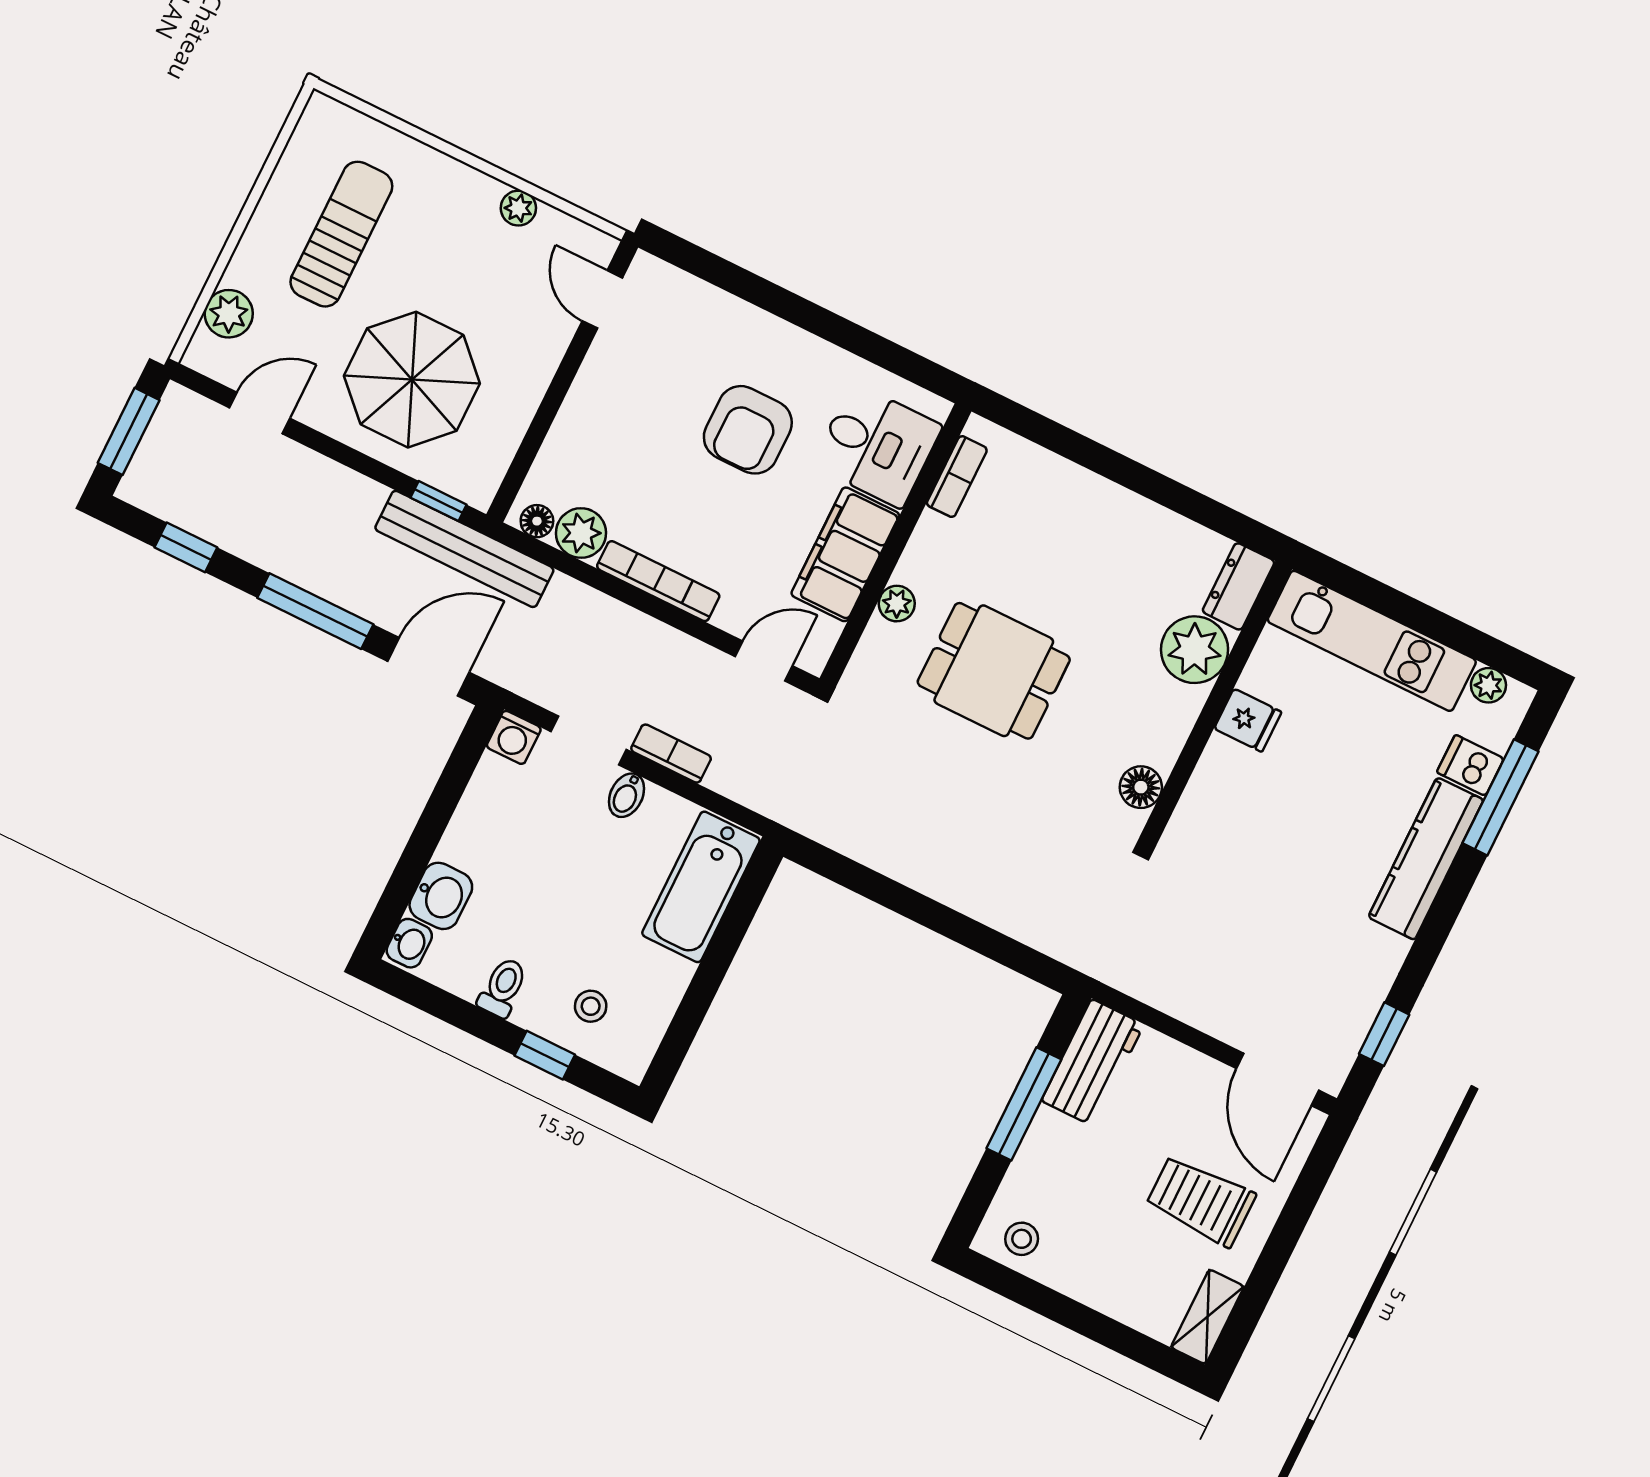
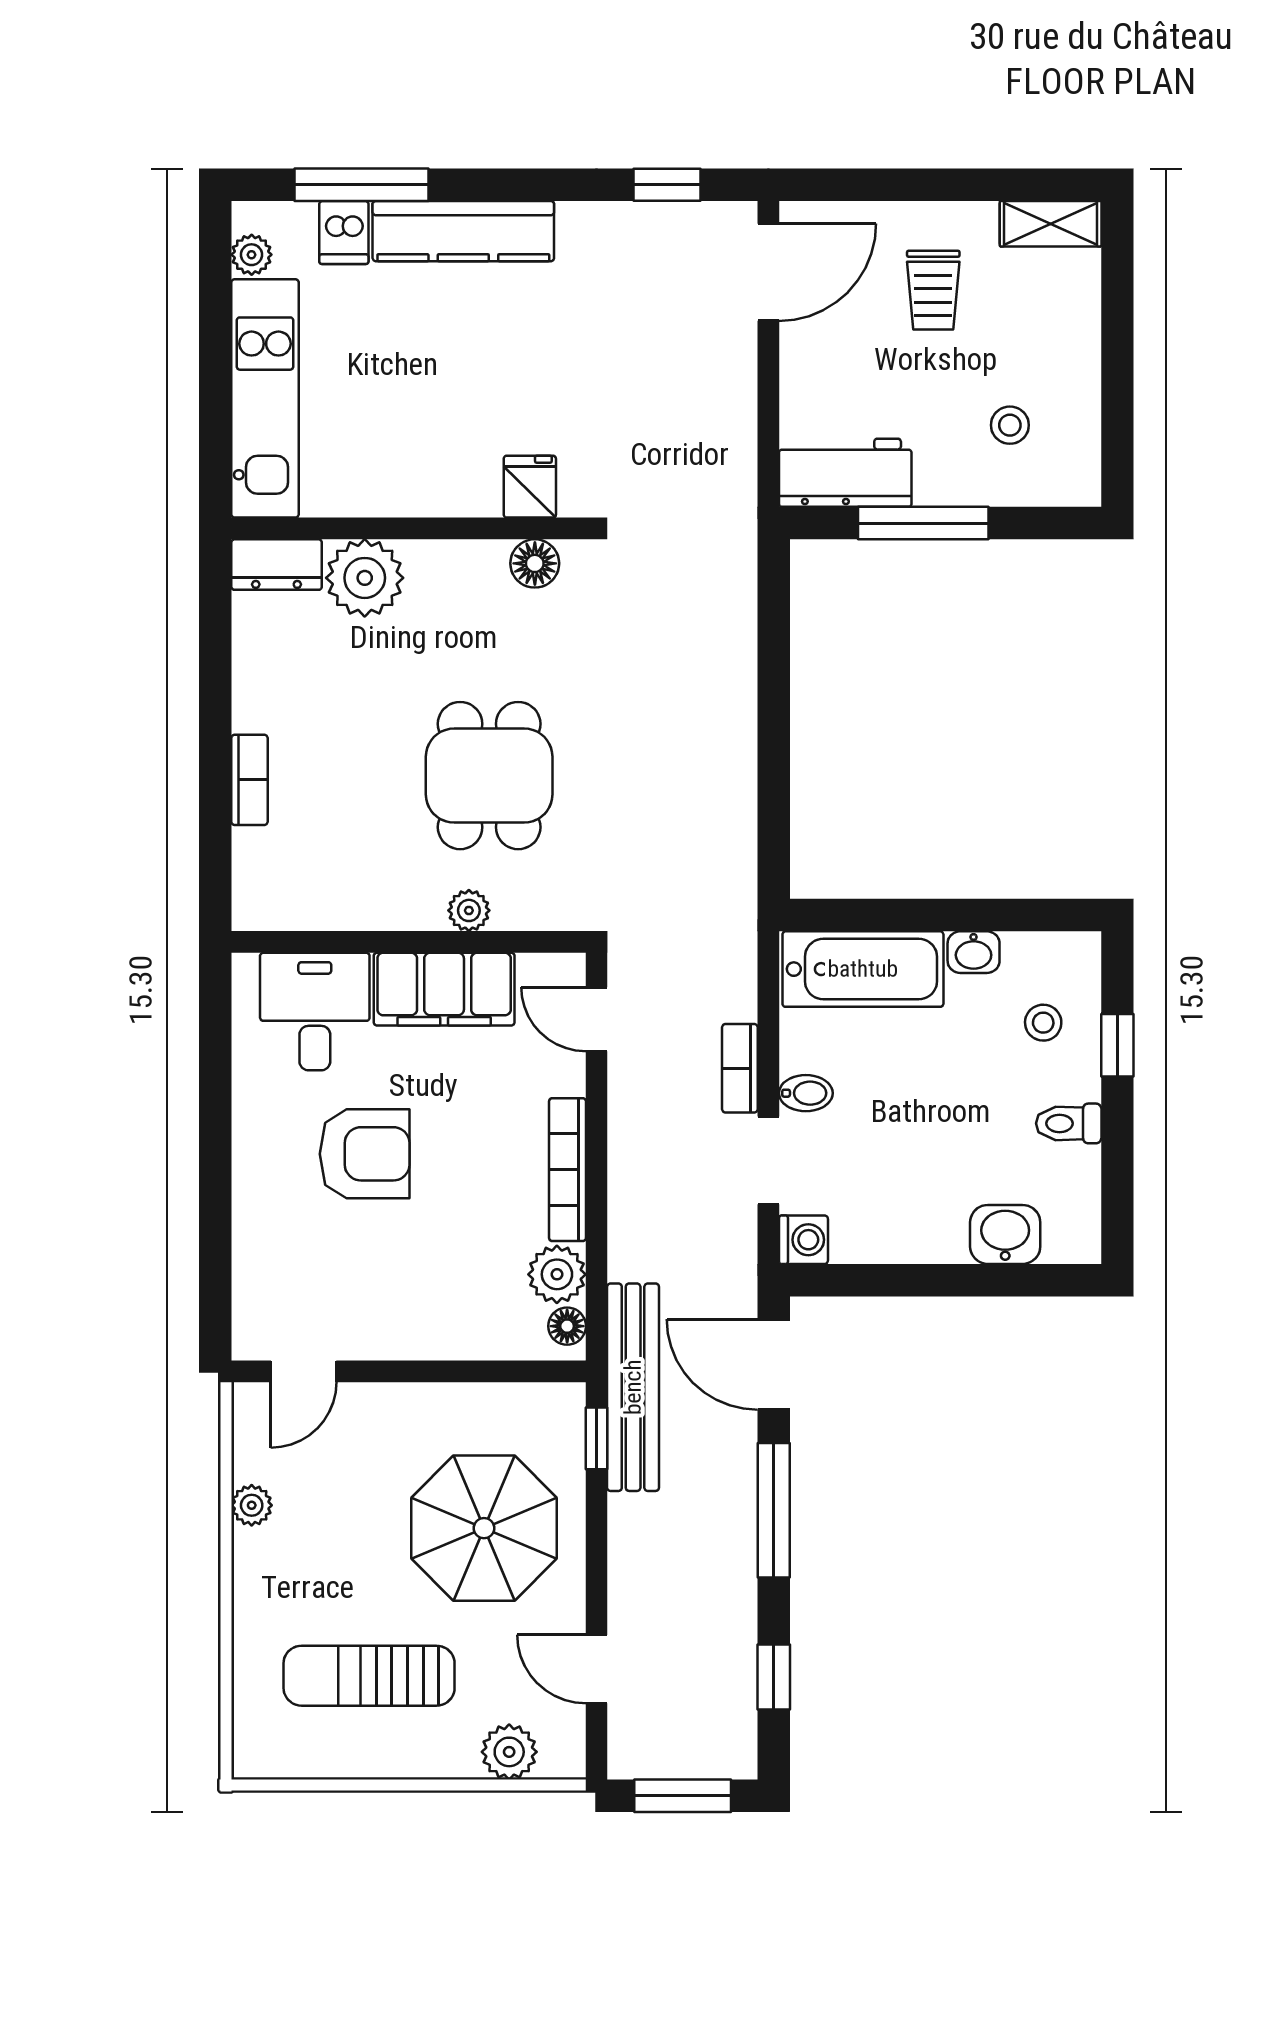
bookcase: (957, 477) -> (249, 780), moved, turned 90
fridge: (1248, 720) -> (530, 487), moved
washbasin: (409, 943) -> (974, 952), moved, turned 180
trolley: (1201, 1201) -> (933, 290), width x0.73, depth x0.72
stool: (1022, 1239) -> (1010, 425), moved

